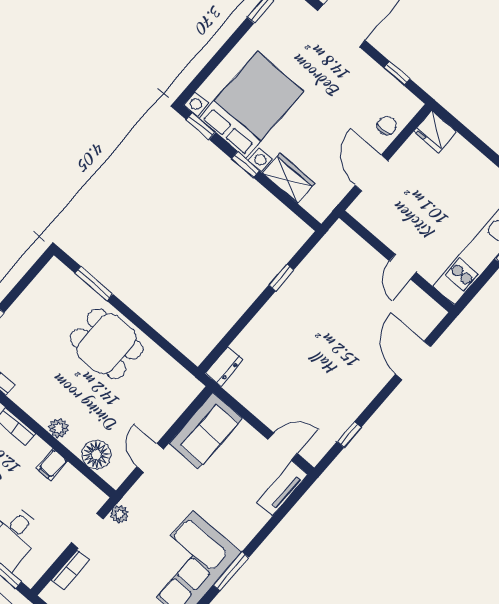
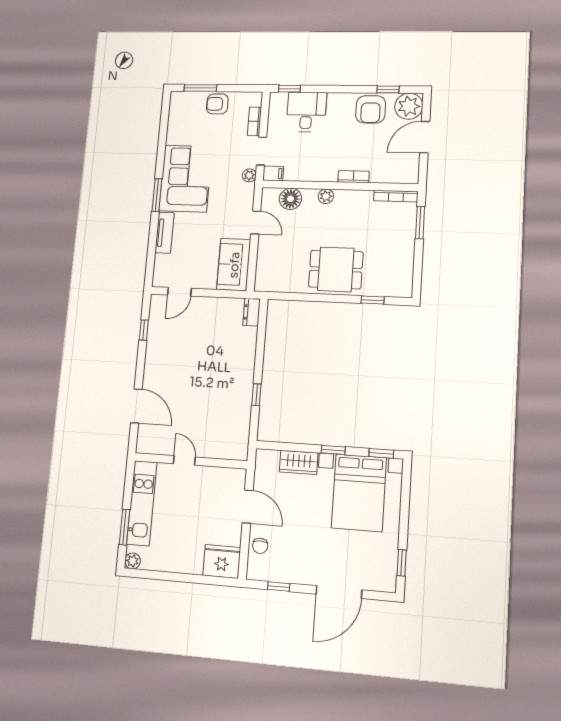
fridge: (435, 131) -> (222, 561), width x1.36, depth x1.34
window: (94, 284) -> (373, 300), width x0.67
filing cabinet: (52, 465) -> (273, 173), moved, turned 90
tv unit: (282, 489) -> (164, 233), moved

